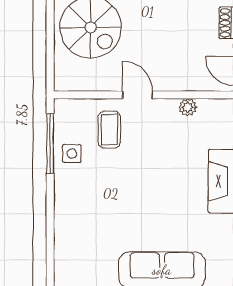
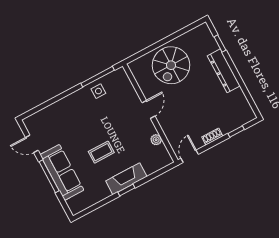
coffee table: (109, 130) -> (101, 152), moved

